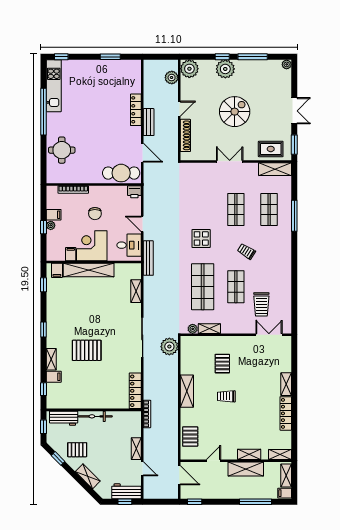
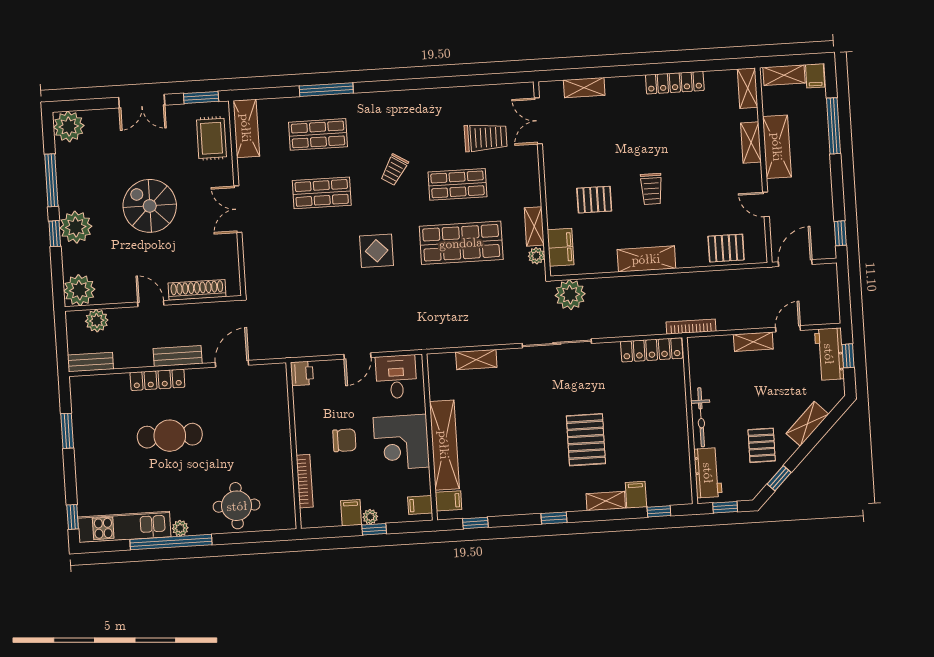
plant: (287, 64) -> (69, 126), width x1.88, depth x1.88
double door: (294, 111) -> (142, 101), swing flipped
plant: (51, 117) -> (180, 528), added
cafe table: (121, 173) -> (170, 436), moved, turned 90
filing cabinet: (71, 254) -> (420, 505), moved
bench: (148, 258) -> (90, 362), moved, width x0.73
filing cabinet: (197, 343) -> (561, 247), added
shelving: (286, 384) -> (584, 88), moved

